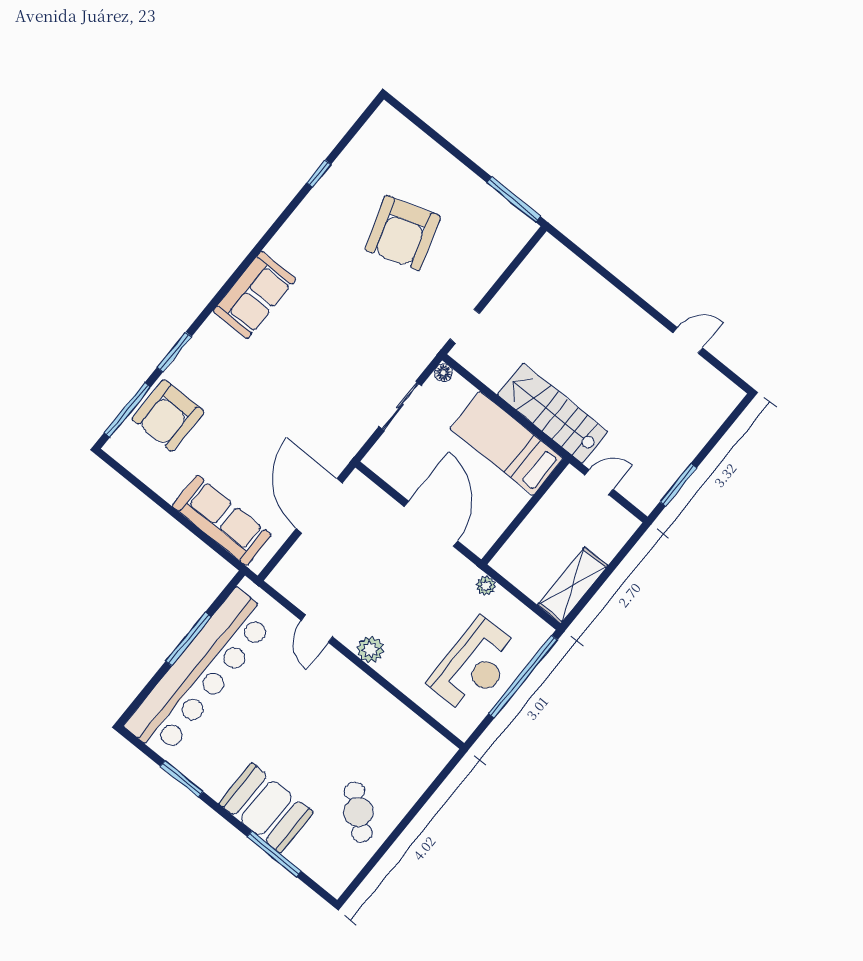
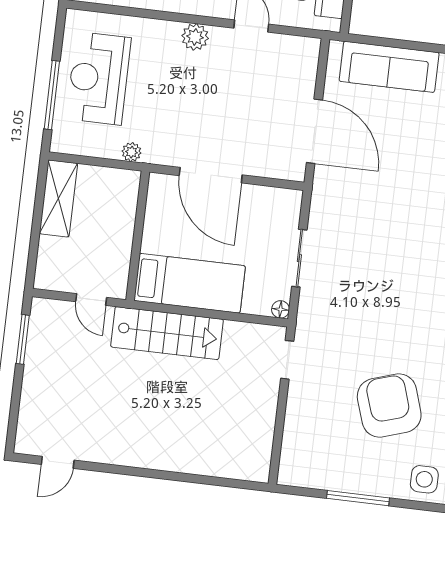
side table: (412, 152) -> (424, 479), added
window: (514, 199) -> (358, 498), moved
door: (688, 340) -> (58, 462), moved
door: (599, 482) -> (91, 300), hinge flipped
window: (523, 677) -> (52, 95), width x0.68

